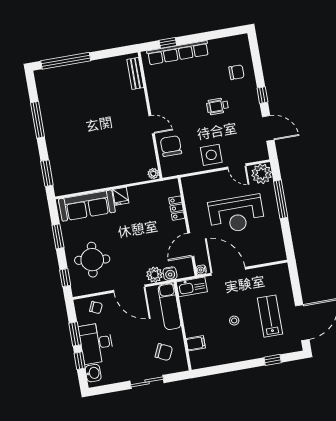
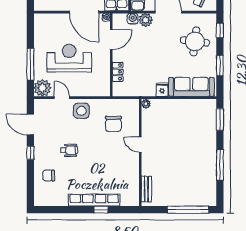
bench: (135, 73) -> (146, 189), moved
wall: (150, 115) -> (140, 152), moved
door: (152, 125) -> (140, 144), moved
plant: (153, 174) -> (146, 104), moved

